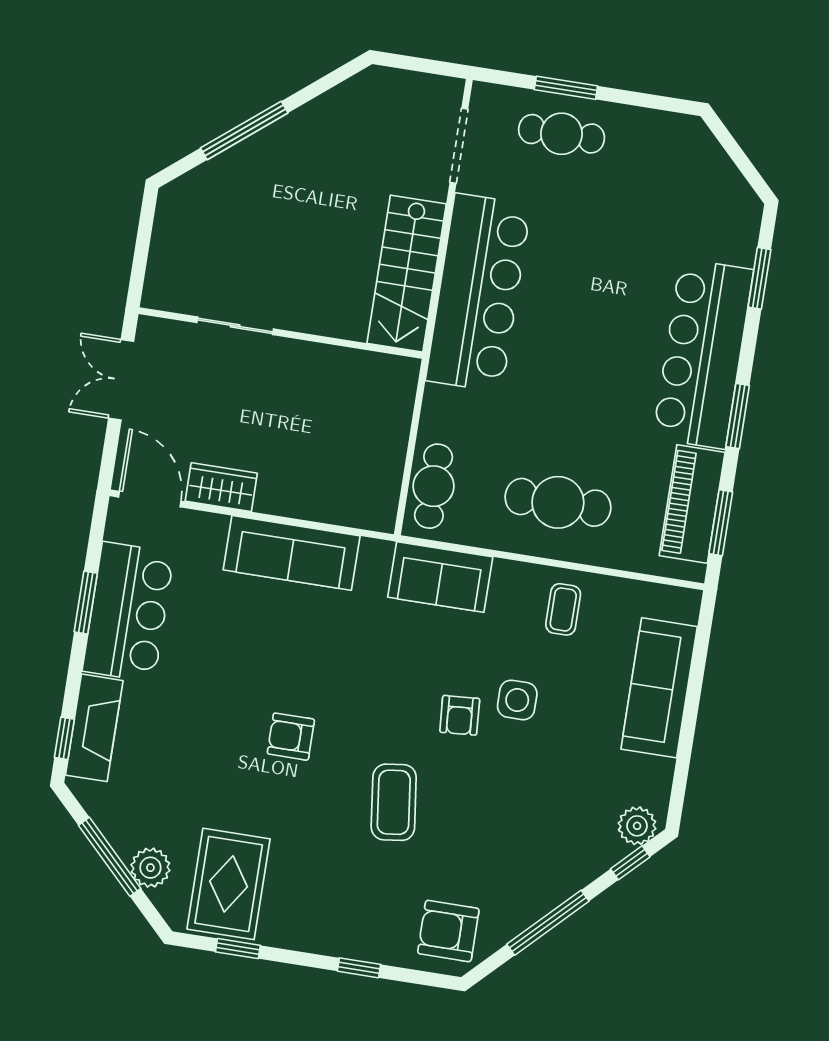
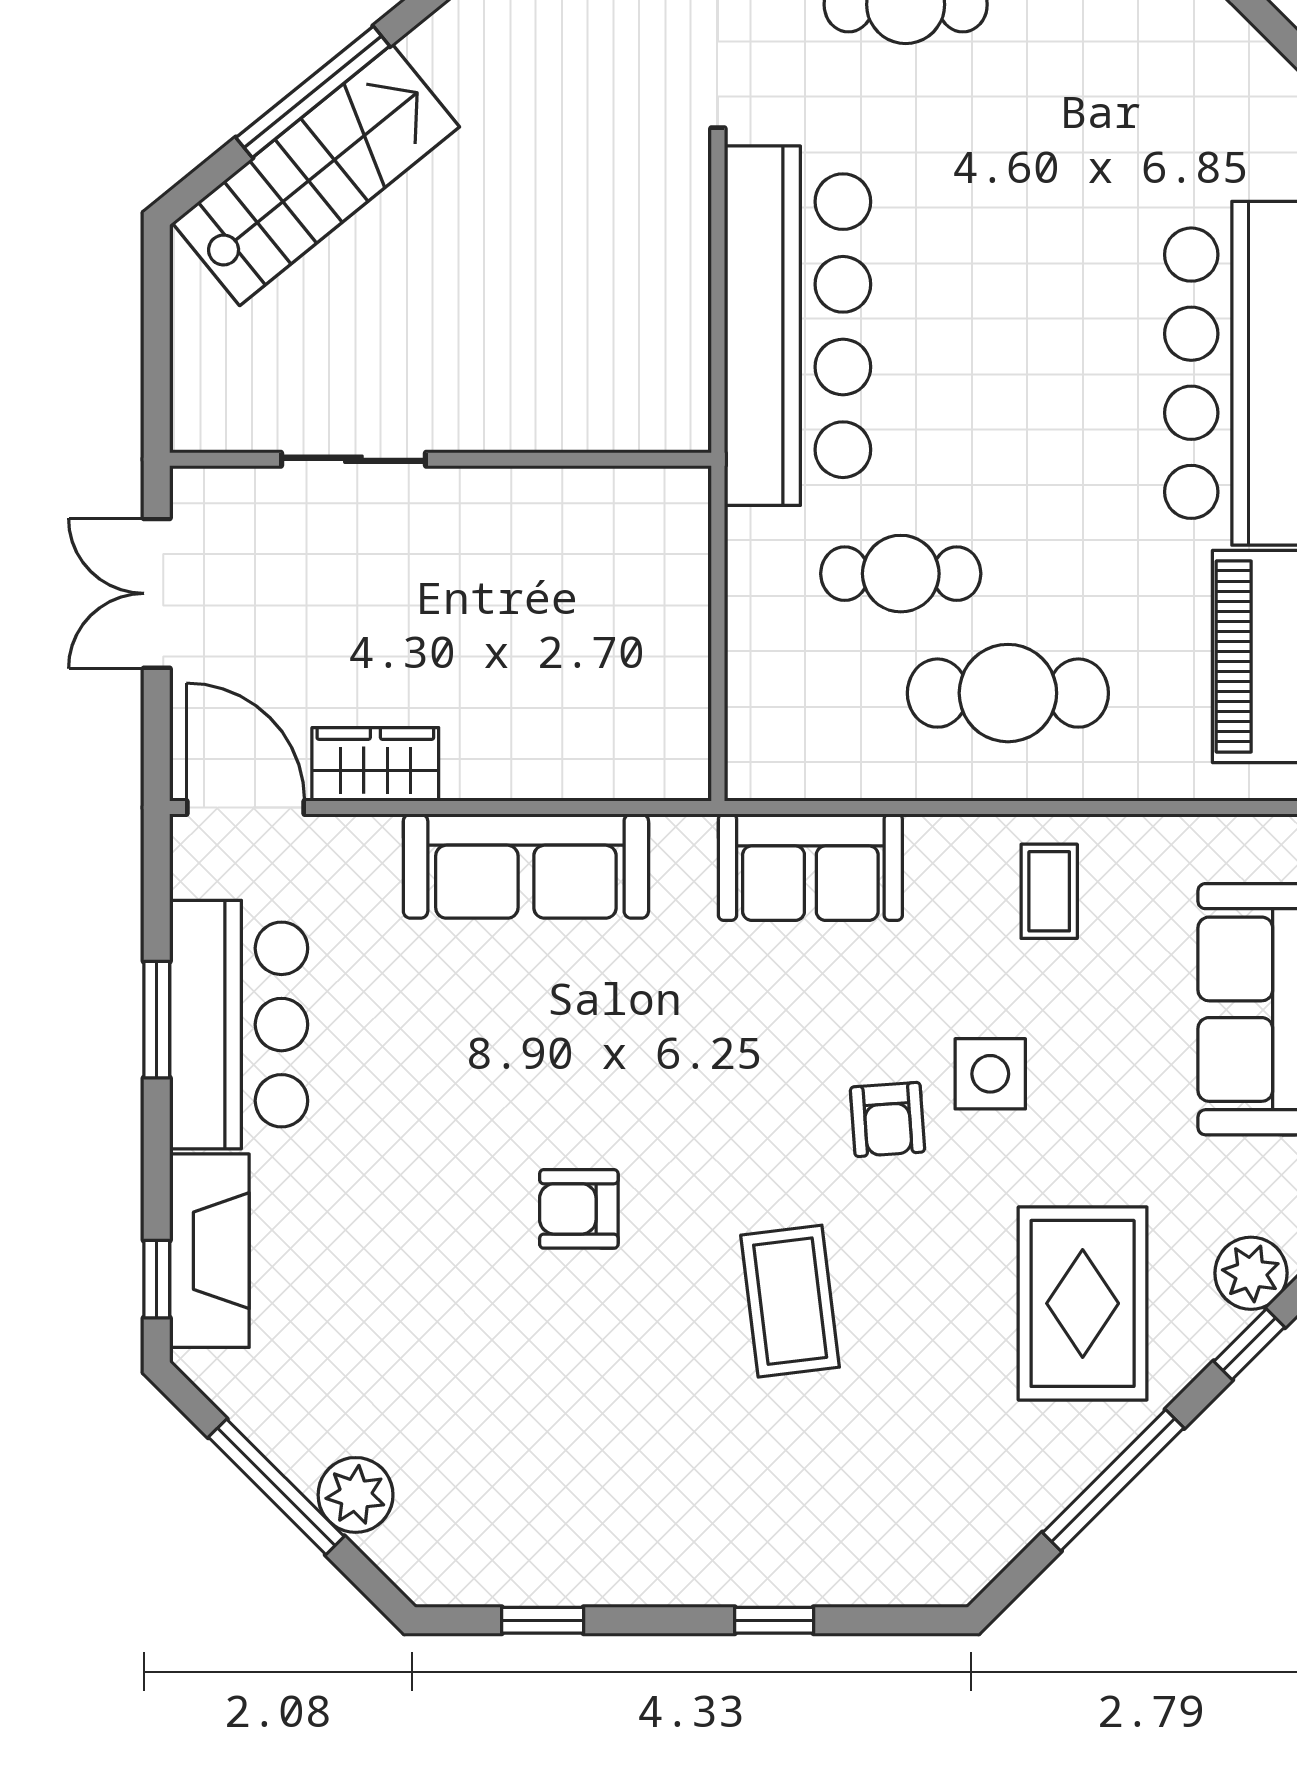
stairs: (407, 274) -> (316, 175), moved, turned -129
cafe table: (434, 486) -> (901, 574), moved, turned 90
rug: (229, 884) -> (1083, 1303), moved
armchair: (448, 931) -> (930, 1525), removed

